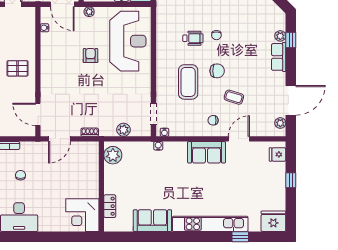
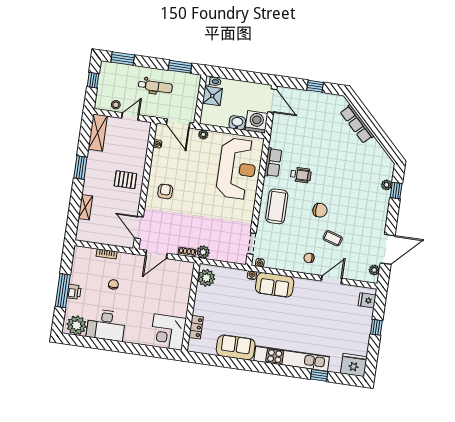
chair: (216, 35) -> (324, 175), removed
armchair: (90, 56) -> (165, 191), moved
row of seats: (279, 57) -> (273, 162), moved, turned 180
coffee table: (188, 82) -> (277, 206), moved
plant: (123, 130) -> (203, 252), moved
sofa: (207, 152) -> (275, 285), moved

